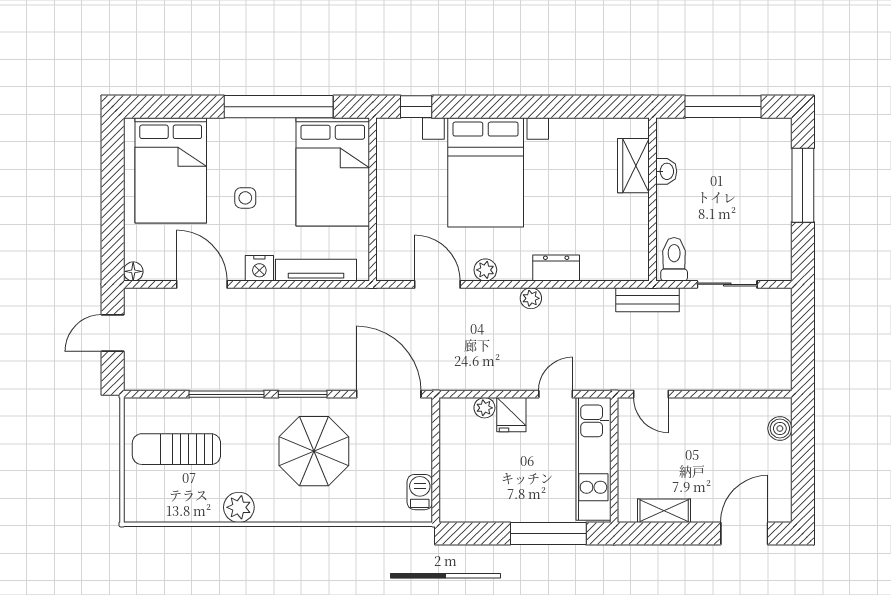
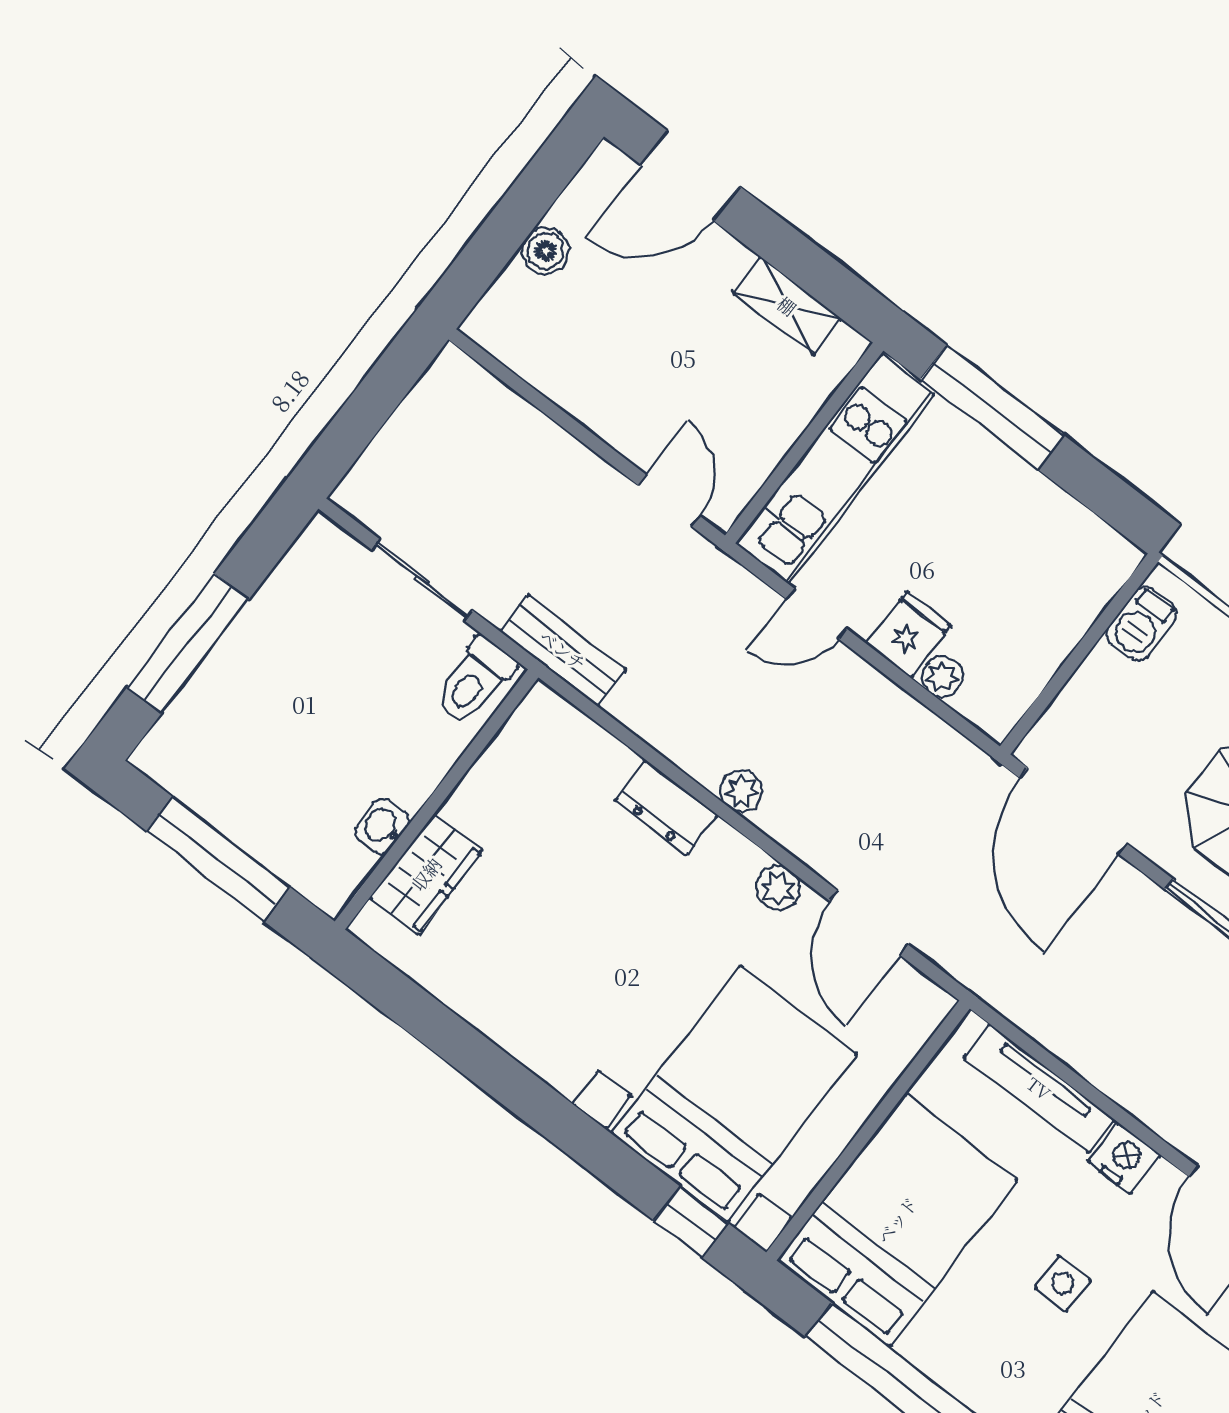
bed with nightstands: (486, 172) -> (734, 1094), moved
boiler: (780, 428) -> (545, 251), moved

